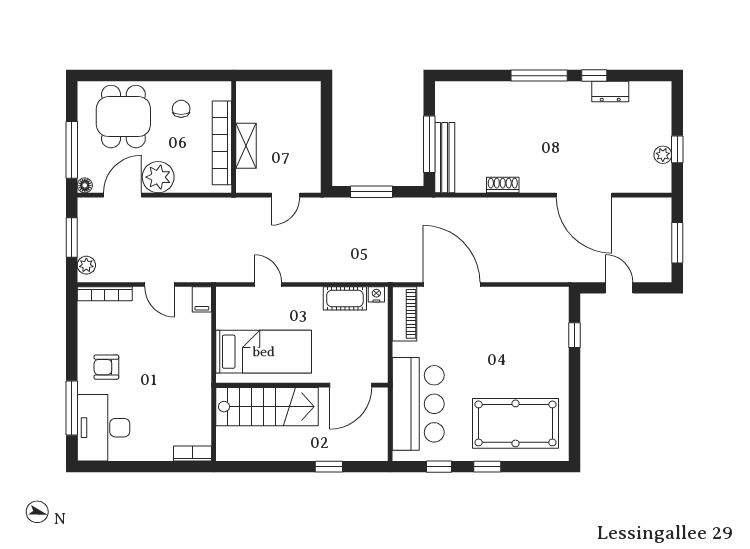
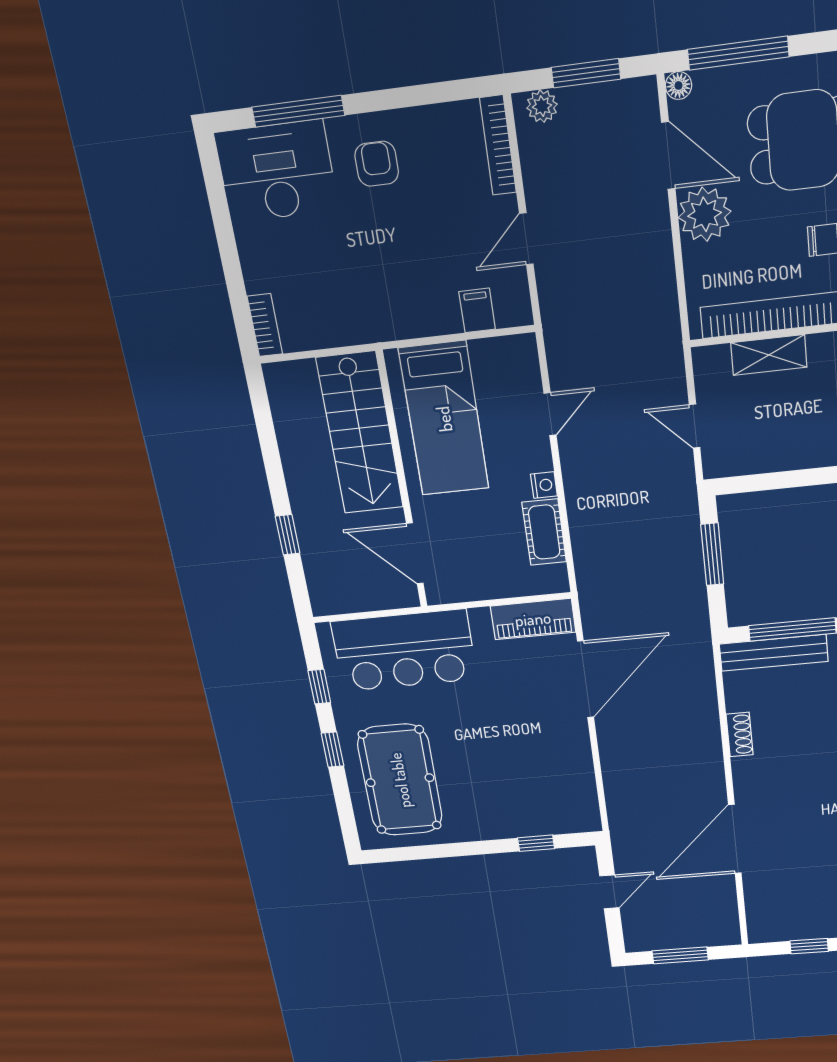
plant: (663, 155) -> (800, 930), removed
nightstand: (376, 294) -> (544, 485), moved
filing cabinet: (202, 299) -> (477, 310), moved, turned 90

